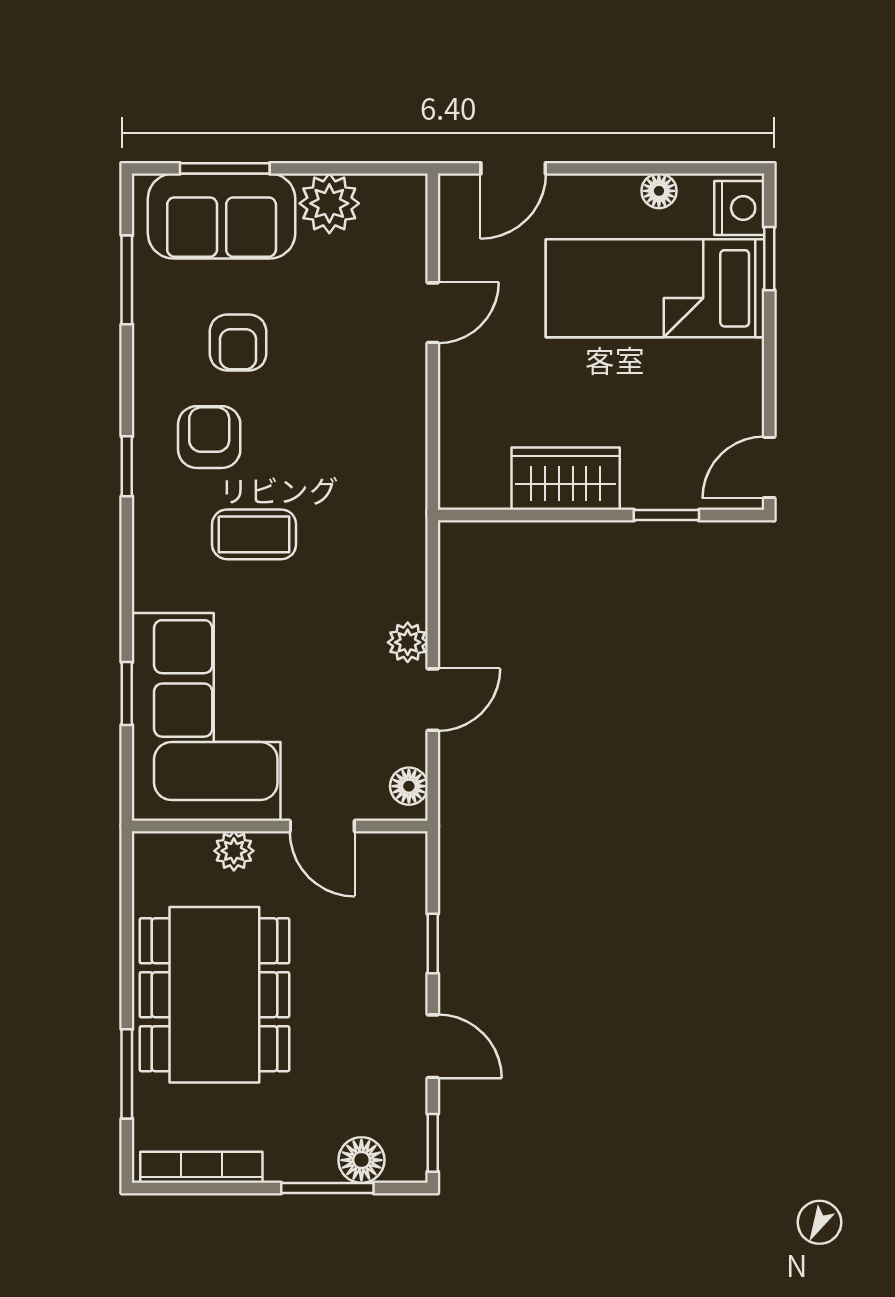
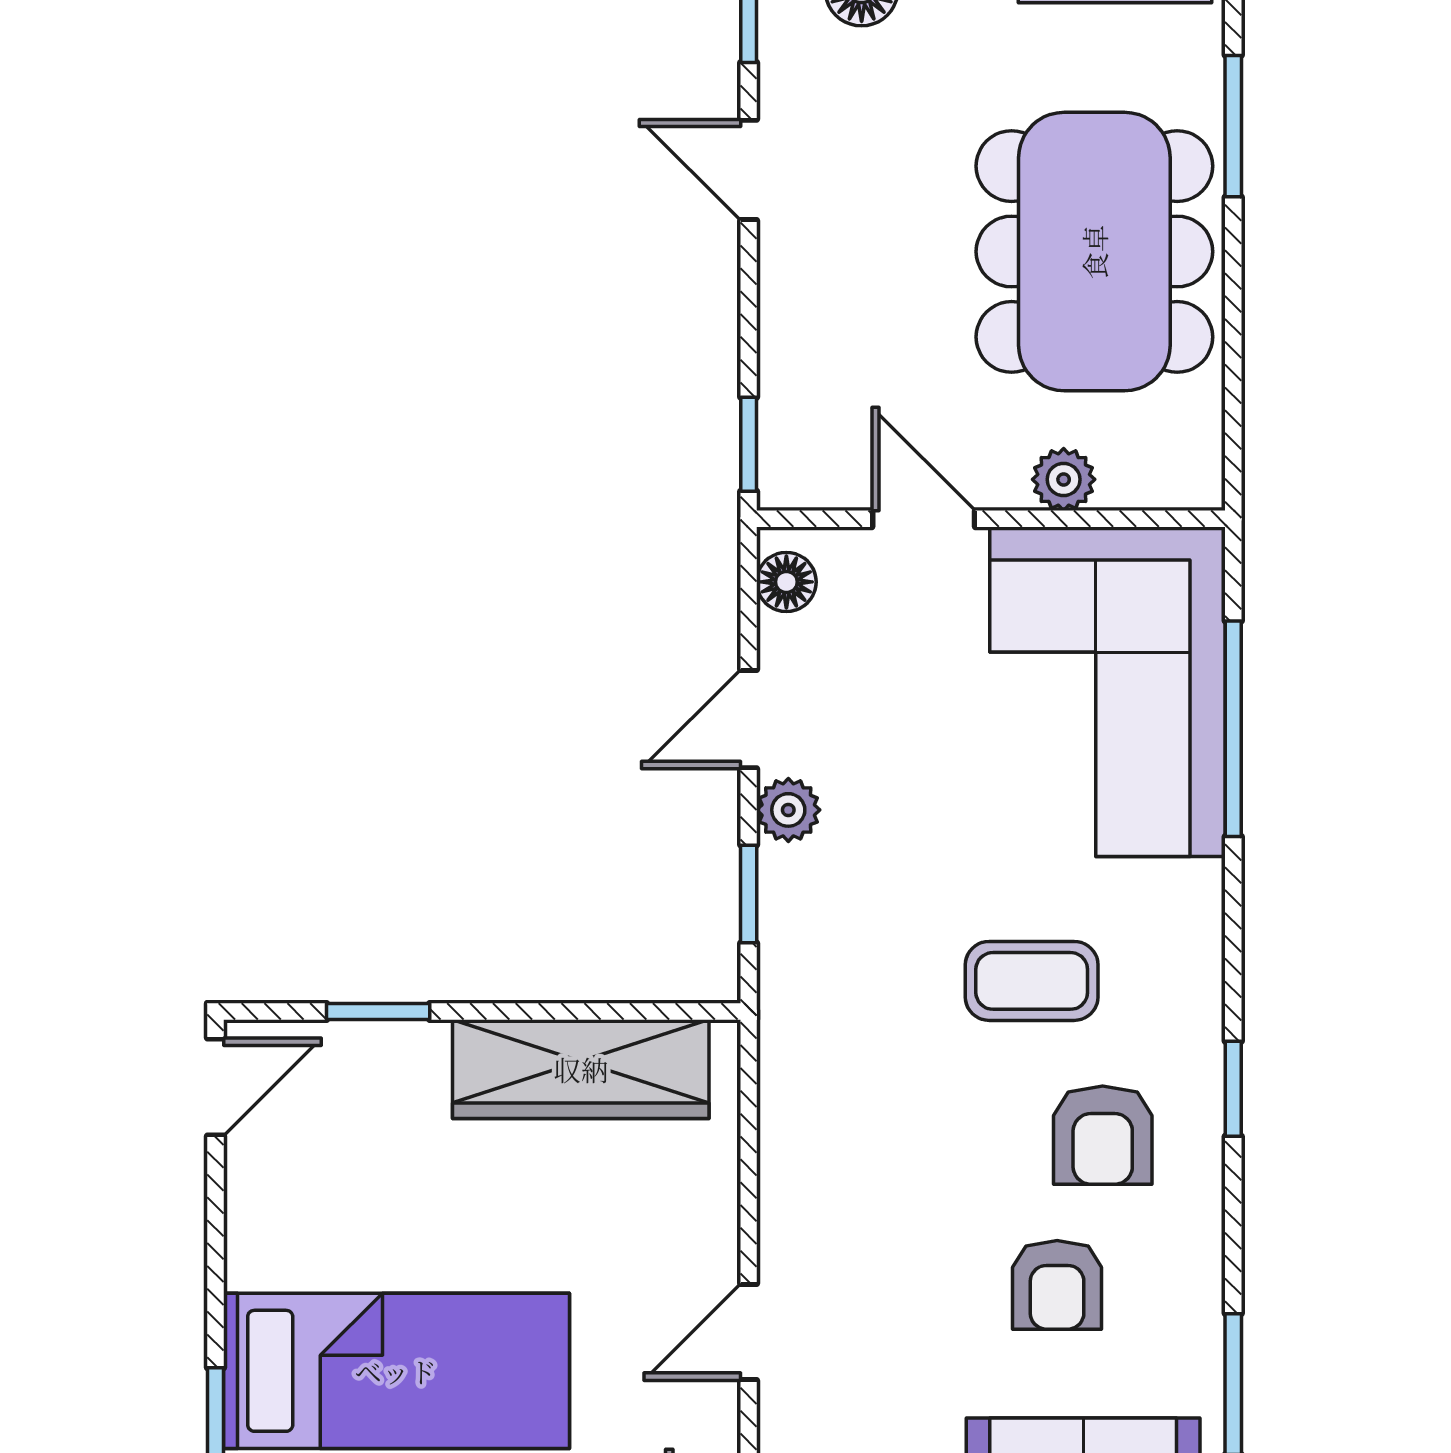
armchair: (238, 342) -> (1057, 1285), turned 180
wardrobe: (566, 479) -> (581, 1069), width x1.50
window: (433, 589) -> (749, 894), added
window: (127, 694) -> (1233, 729), width x2.17
window: (433, 944) -> (749, 444), moved

